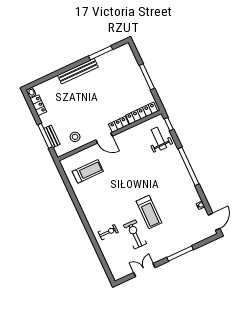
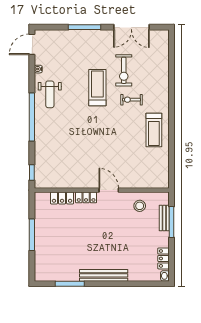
locker: (142, 113) -> (62, 198), width x0.66
weight bench: (159, 139) -> (50, 94), moved
treadmill: (88, 171) -> (154, 130), moved, turned -90
exercise bike: (108, 232) -> (132, 100), moved
double door: (144, 270) -> (131, 27), width x1.37

